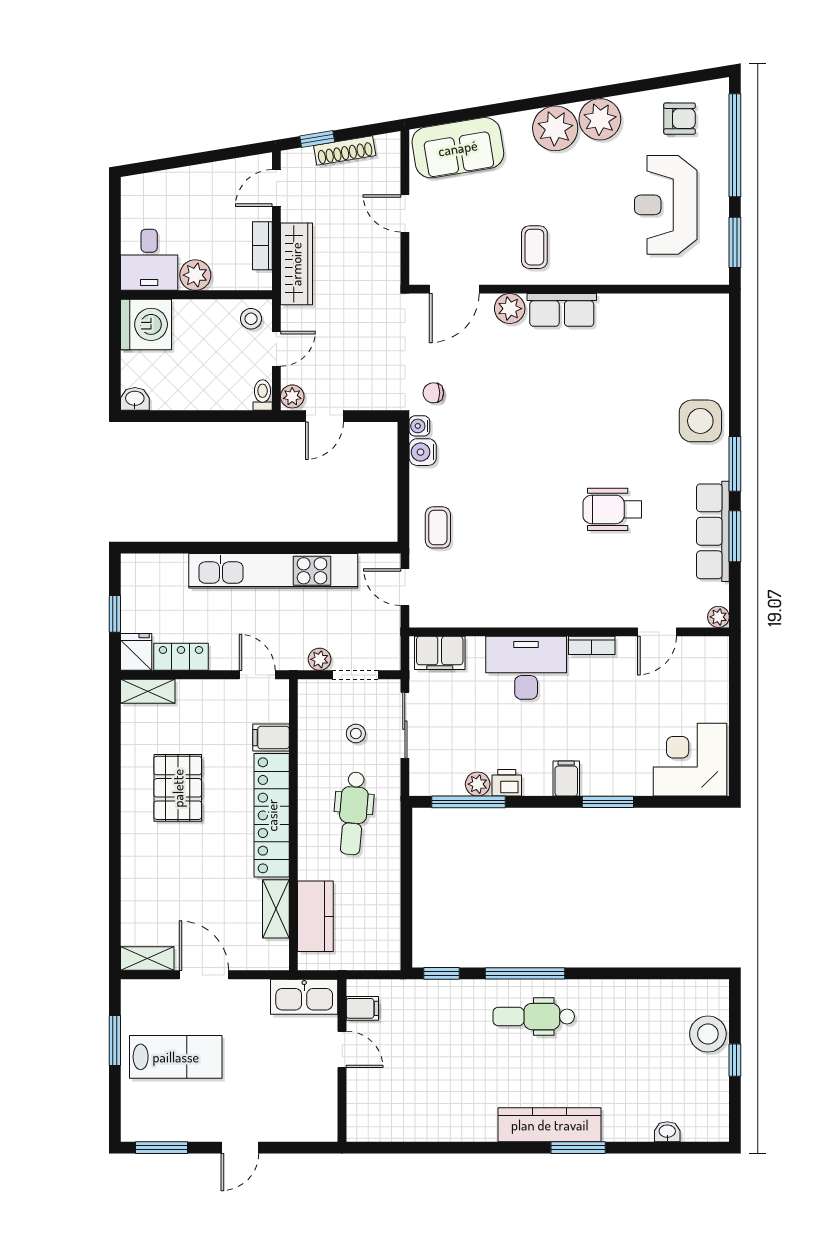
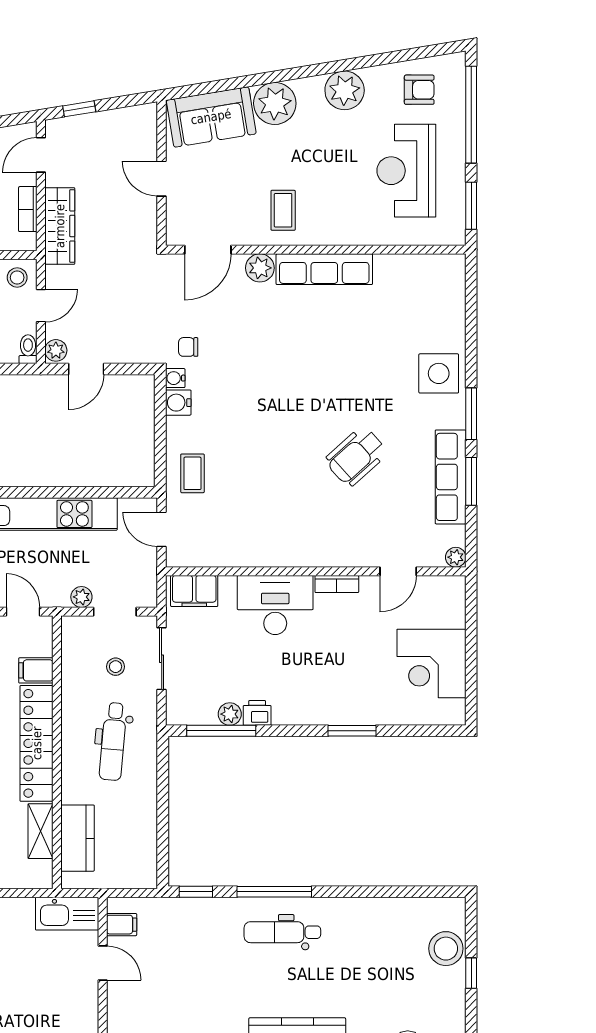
plant: (555, 128) -> (275, 103), moved
shoe rack: (345, 151) -> (105, 120), removed
row of seats: (562, 310) -> (324, 269), width x1.48
wheelchair: (612, 509) -> (356, 456), turned -42
corner desk: (690, 760) -> (431, 664), moved, turned -90
filing cabinet: (566, 779) -> (313, 709), removed

